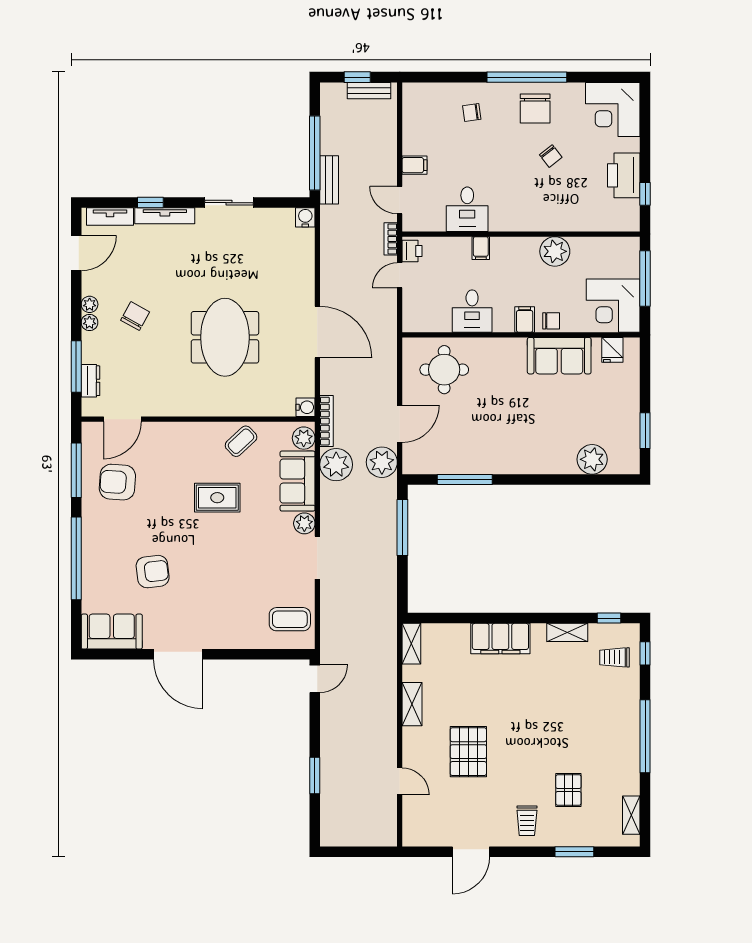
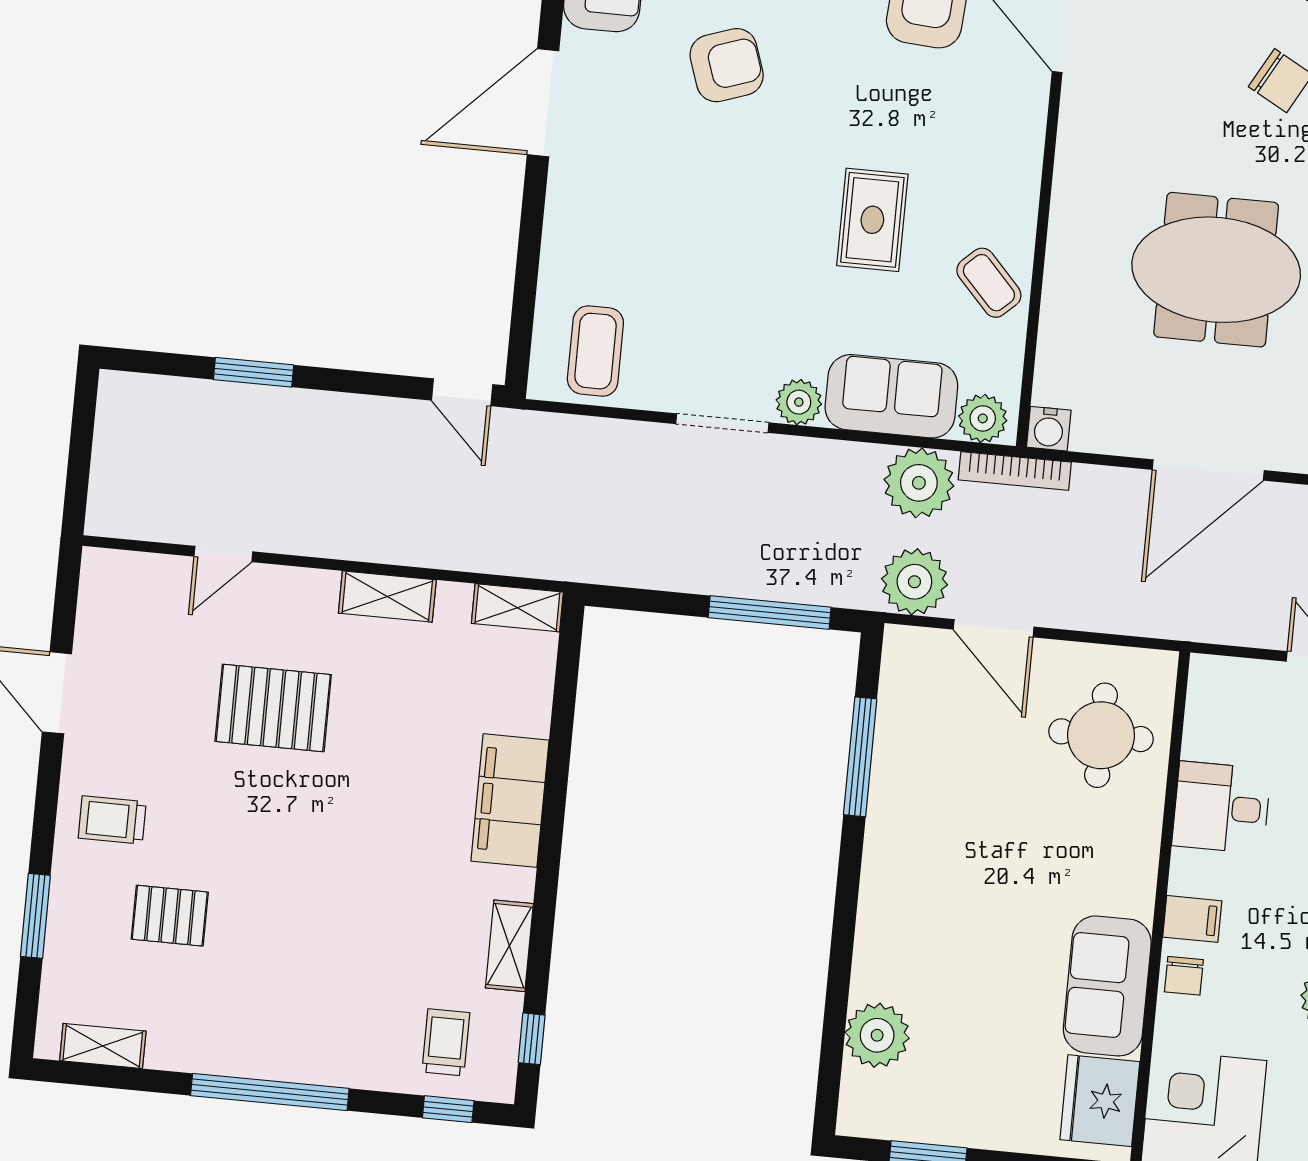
fridge: (612, 350) -> (1100, 1101), width x1.88, depth x1.34
armchair: (153, 572) -> (727, 65), turned -102

